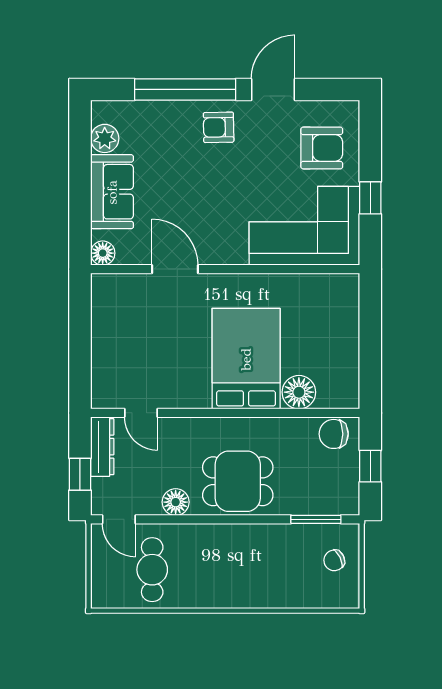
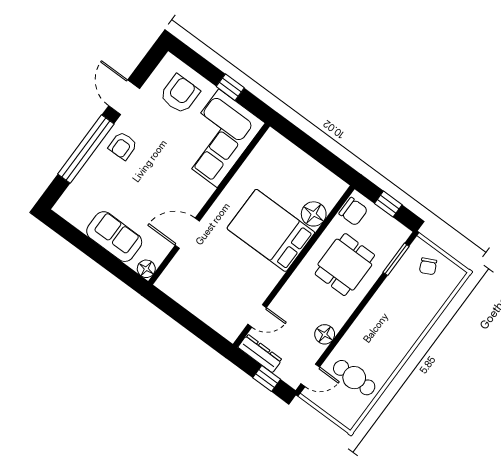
plant: (105, 138) -> (80, 218), removed
chair: (334, 434) -> (353, 212), turned -90
dining table: (238, 481) -> (345, 265), moved

